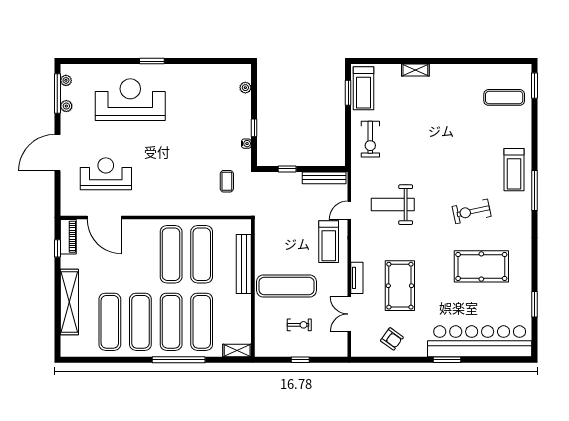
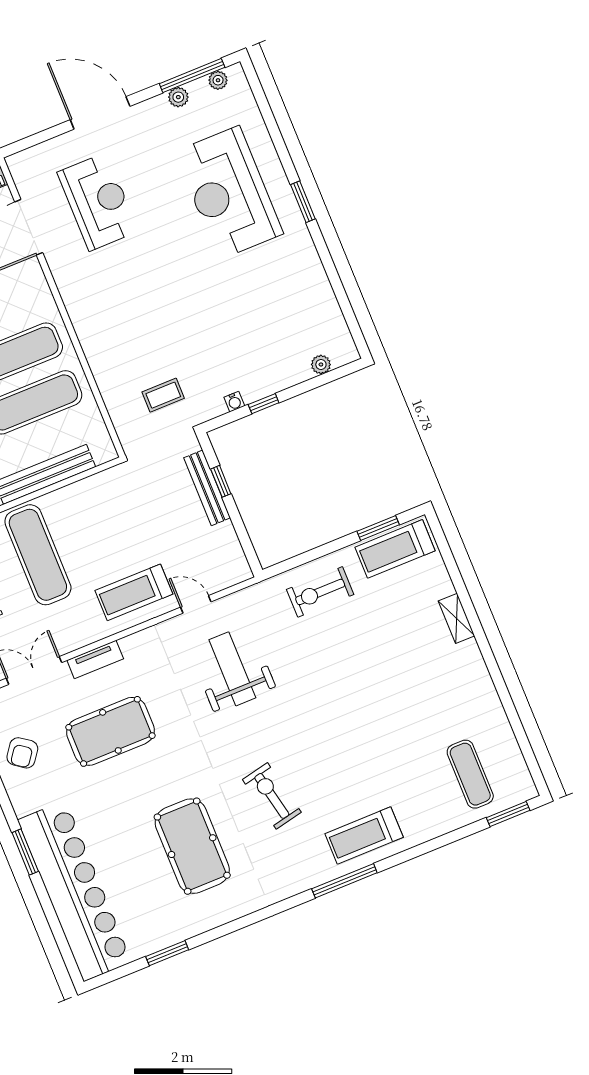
reception desk: (130, 100) -> (229, 193), turned 180
bench: (324, 178) -> (207, 488), moved

